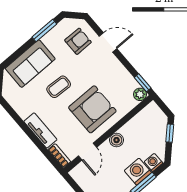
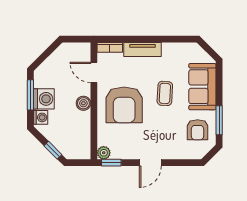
armchair: (78, 41) -> (198, 130), moved
door: (108, 42) -> (150, 163), moved

